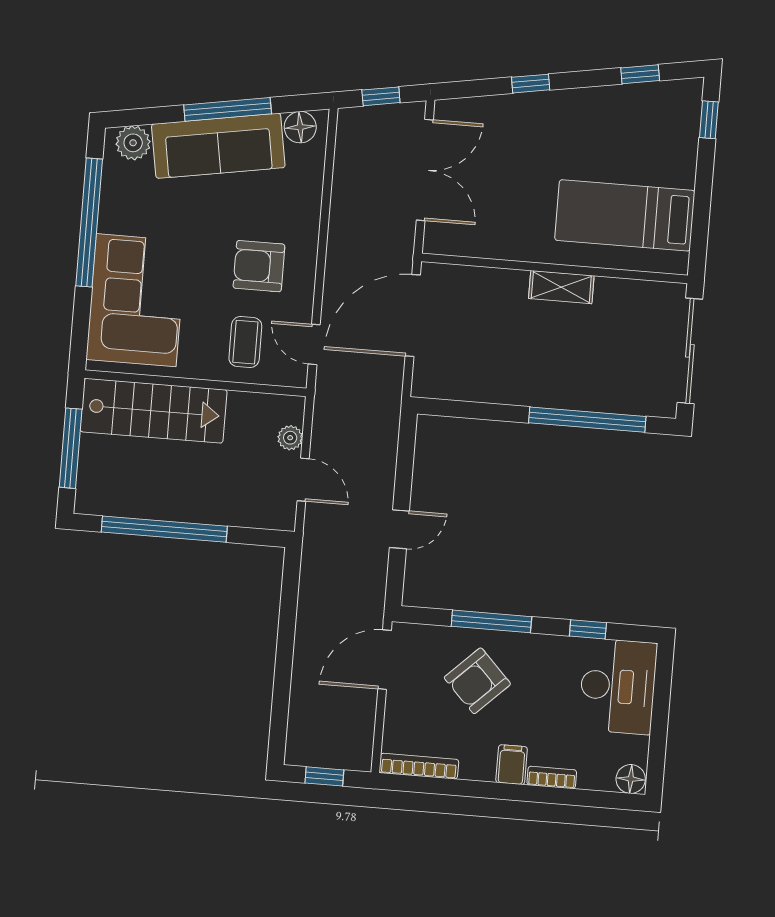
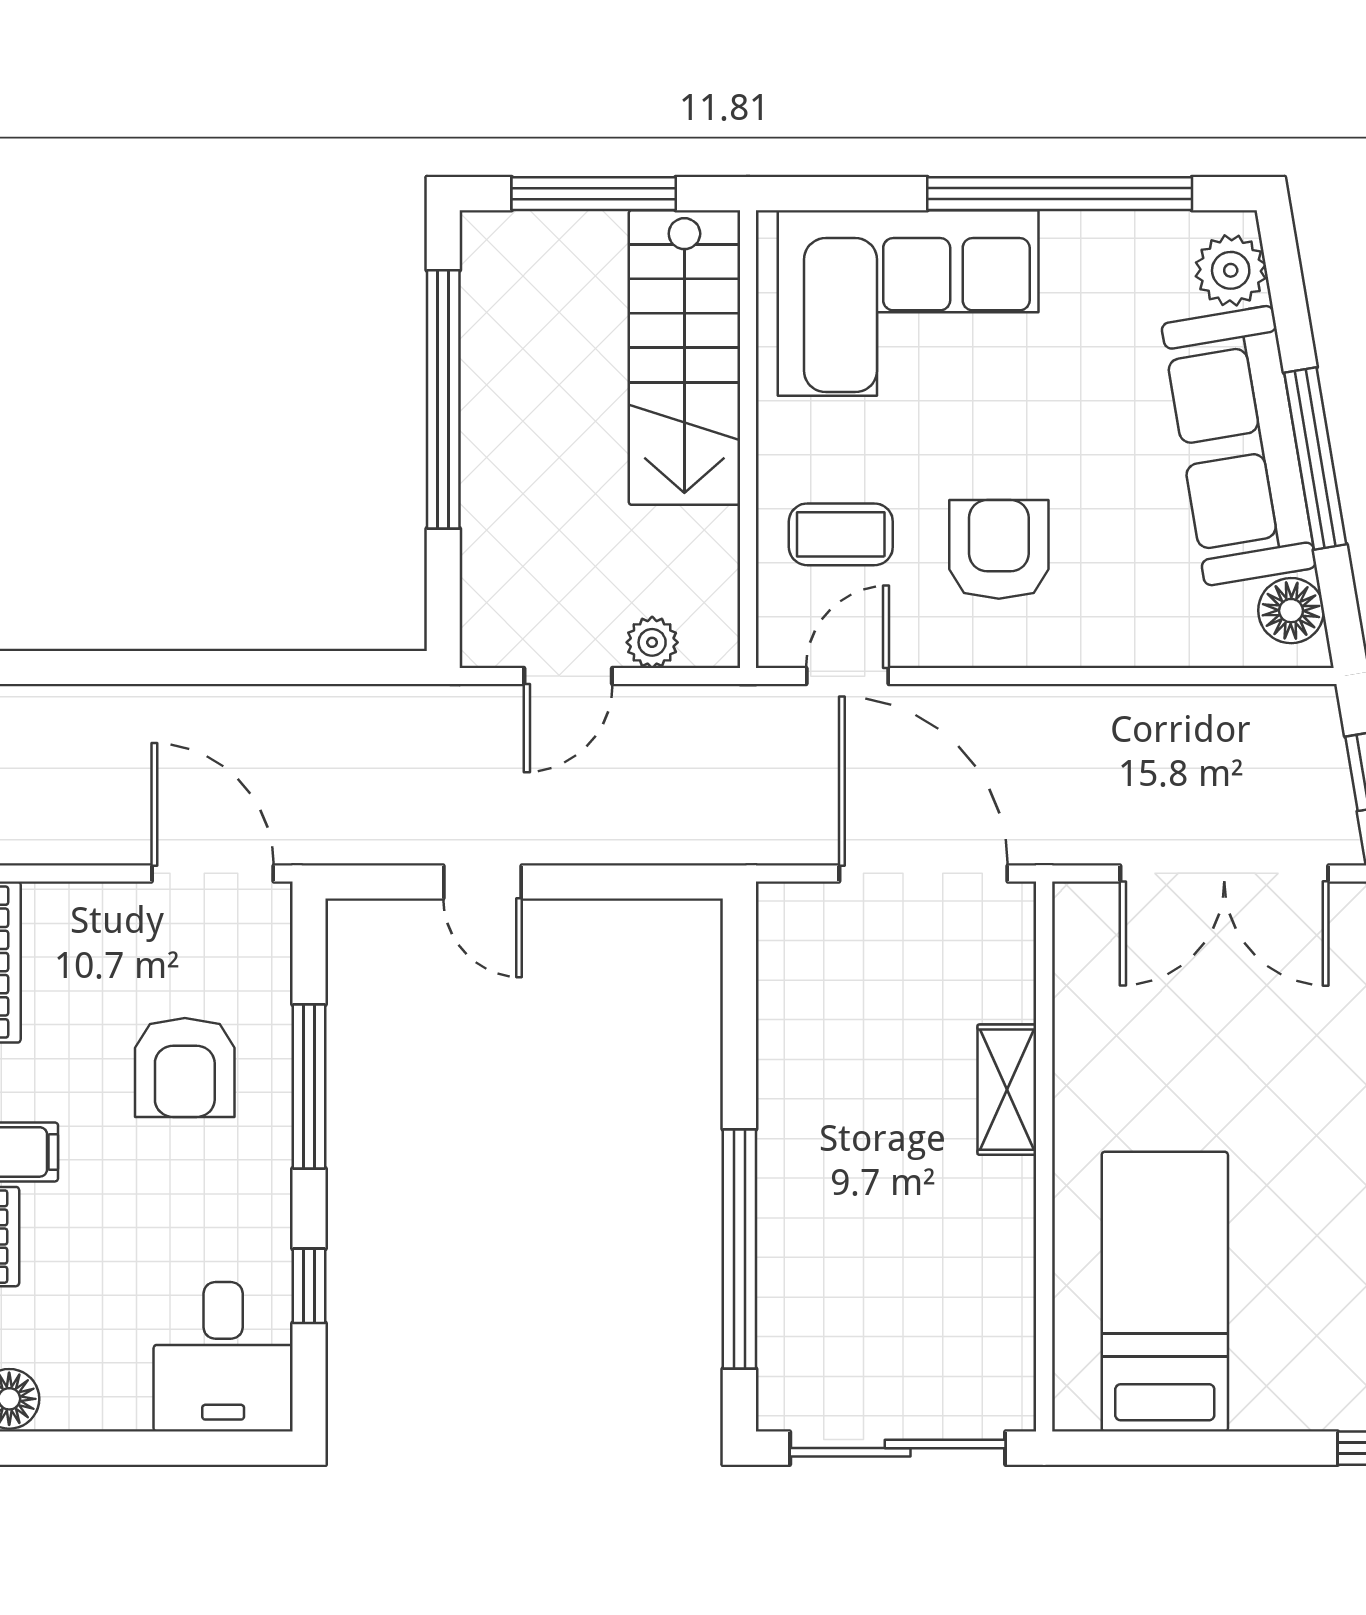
shelving: (561, 287) -> (1007, 1090), moved
armchair: (477, 681) -> (185, 1067), turned -136
desk: (618, 686) -> (223, 1357), width x0.73

